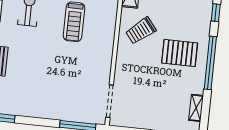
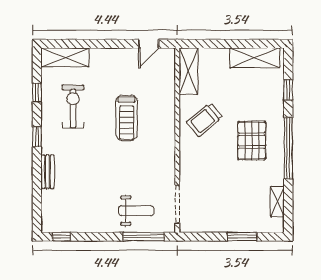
pallet: (180, 53) -> (252, 141), turned 90
weight bench: (74, 103) -> (136, 211), added

